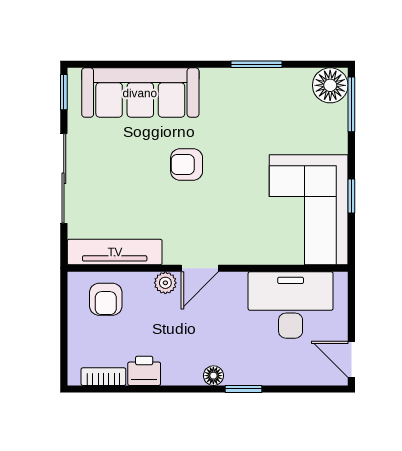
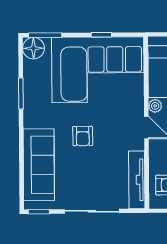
corner sofa: (309, 210) -> (98, 70), width x1.36, depth x1.36
plant: (165, 283) -> (155, 106), moved

